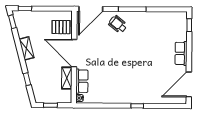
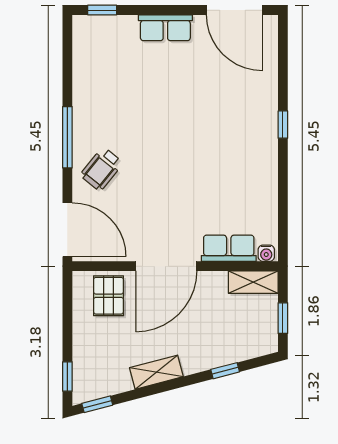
shelving: (67, 78) -> (253, 282), moved

